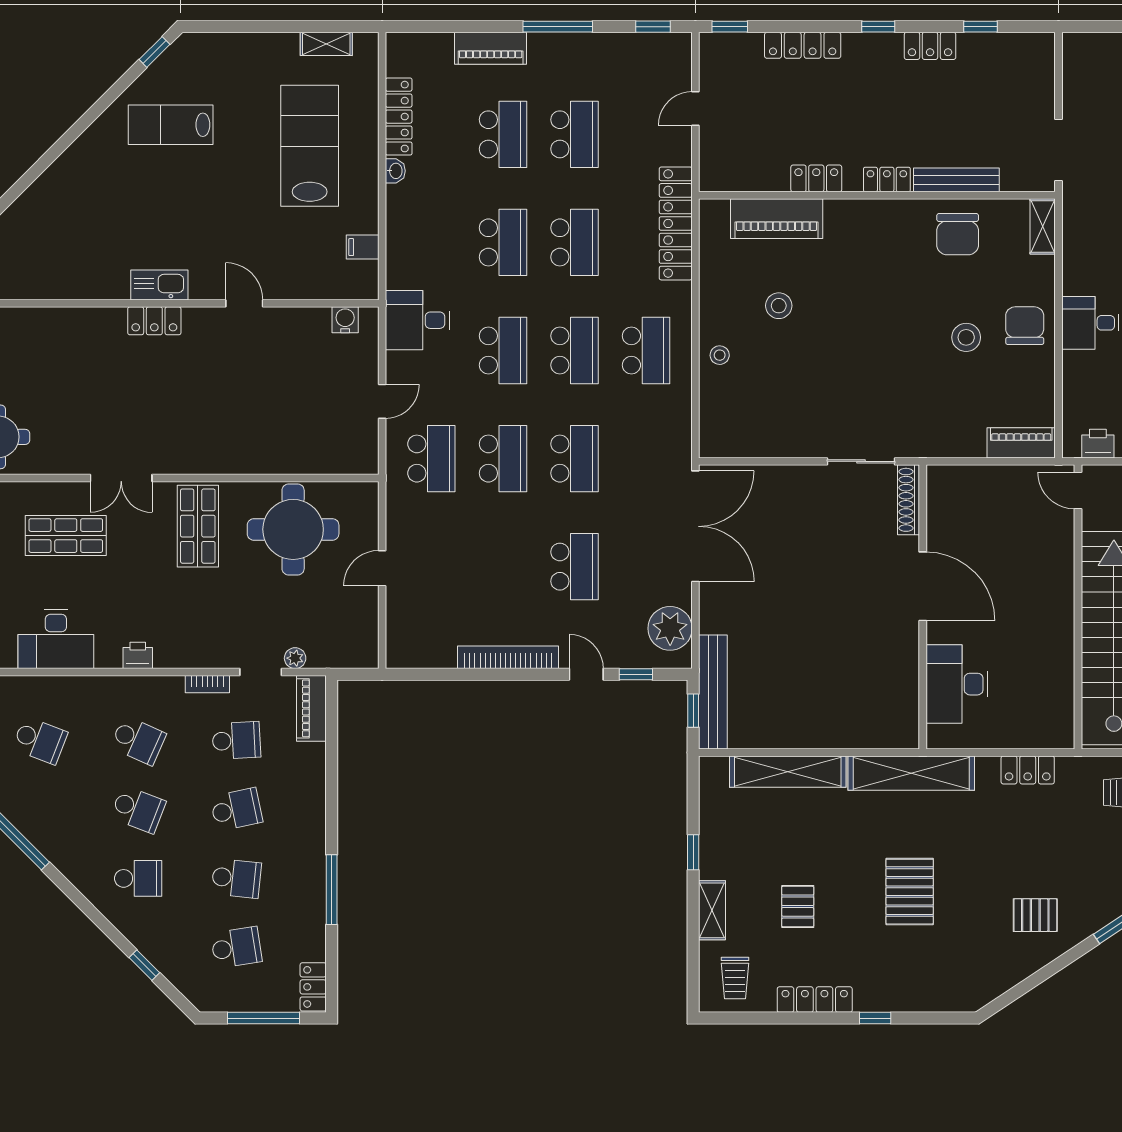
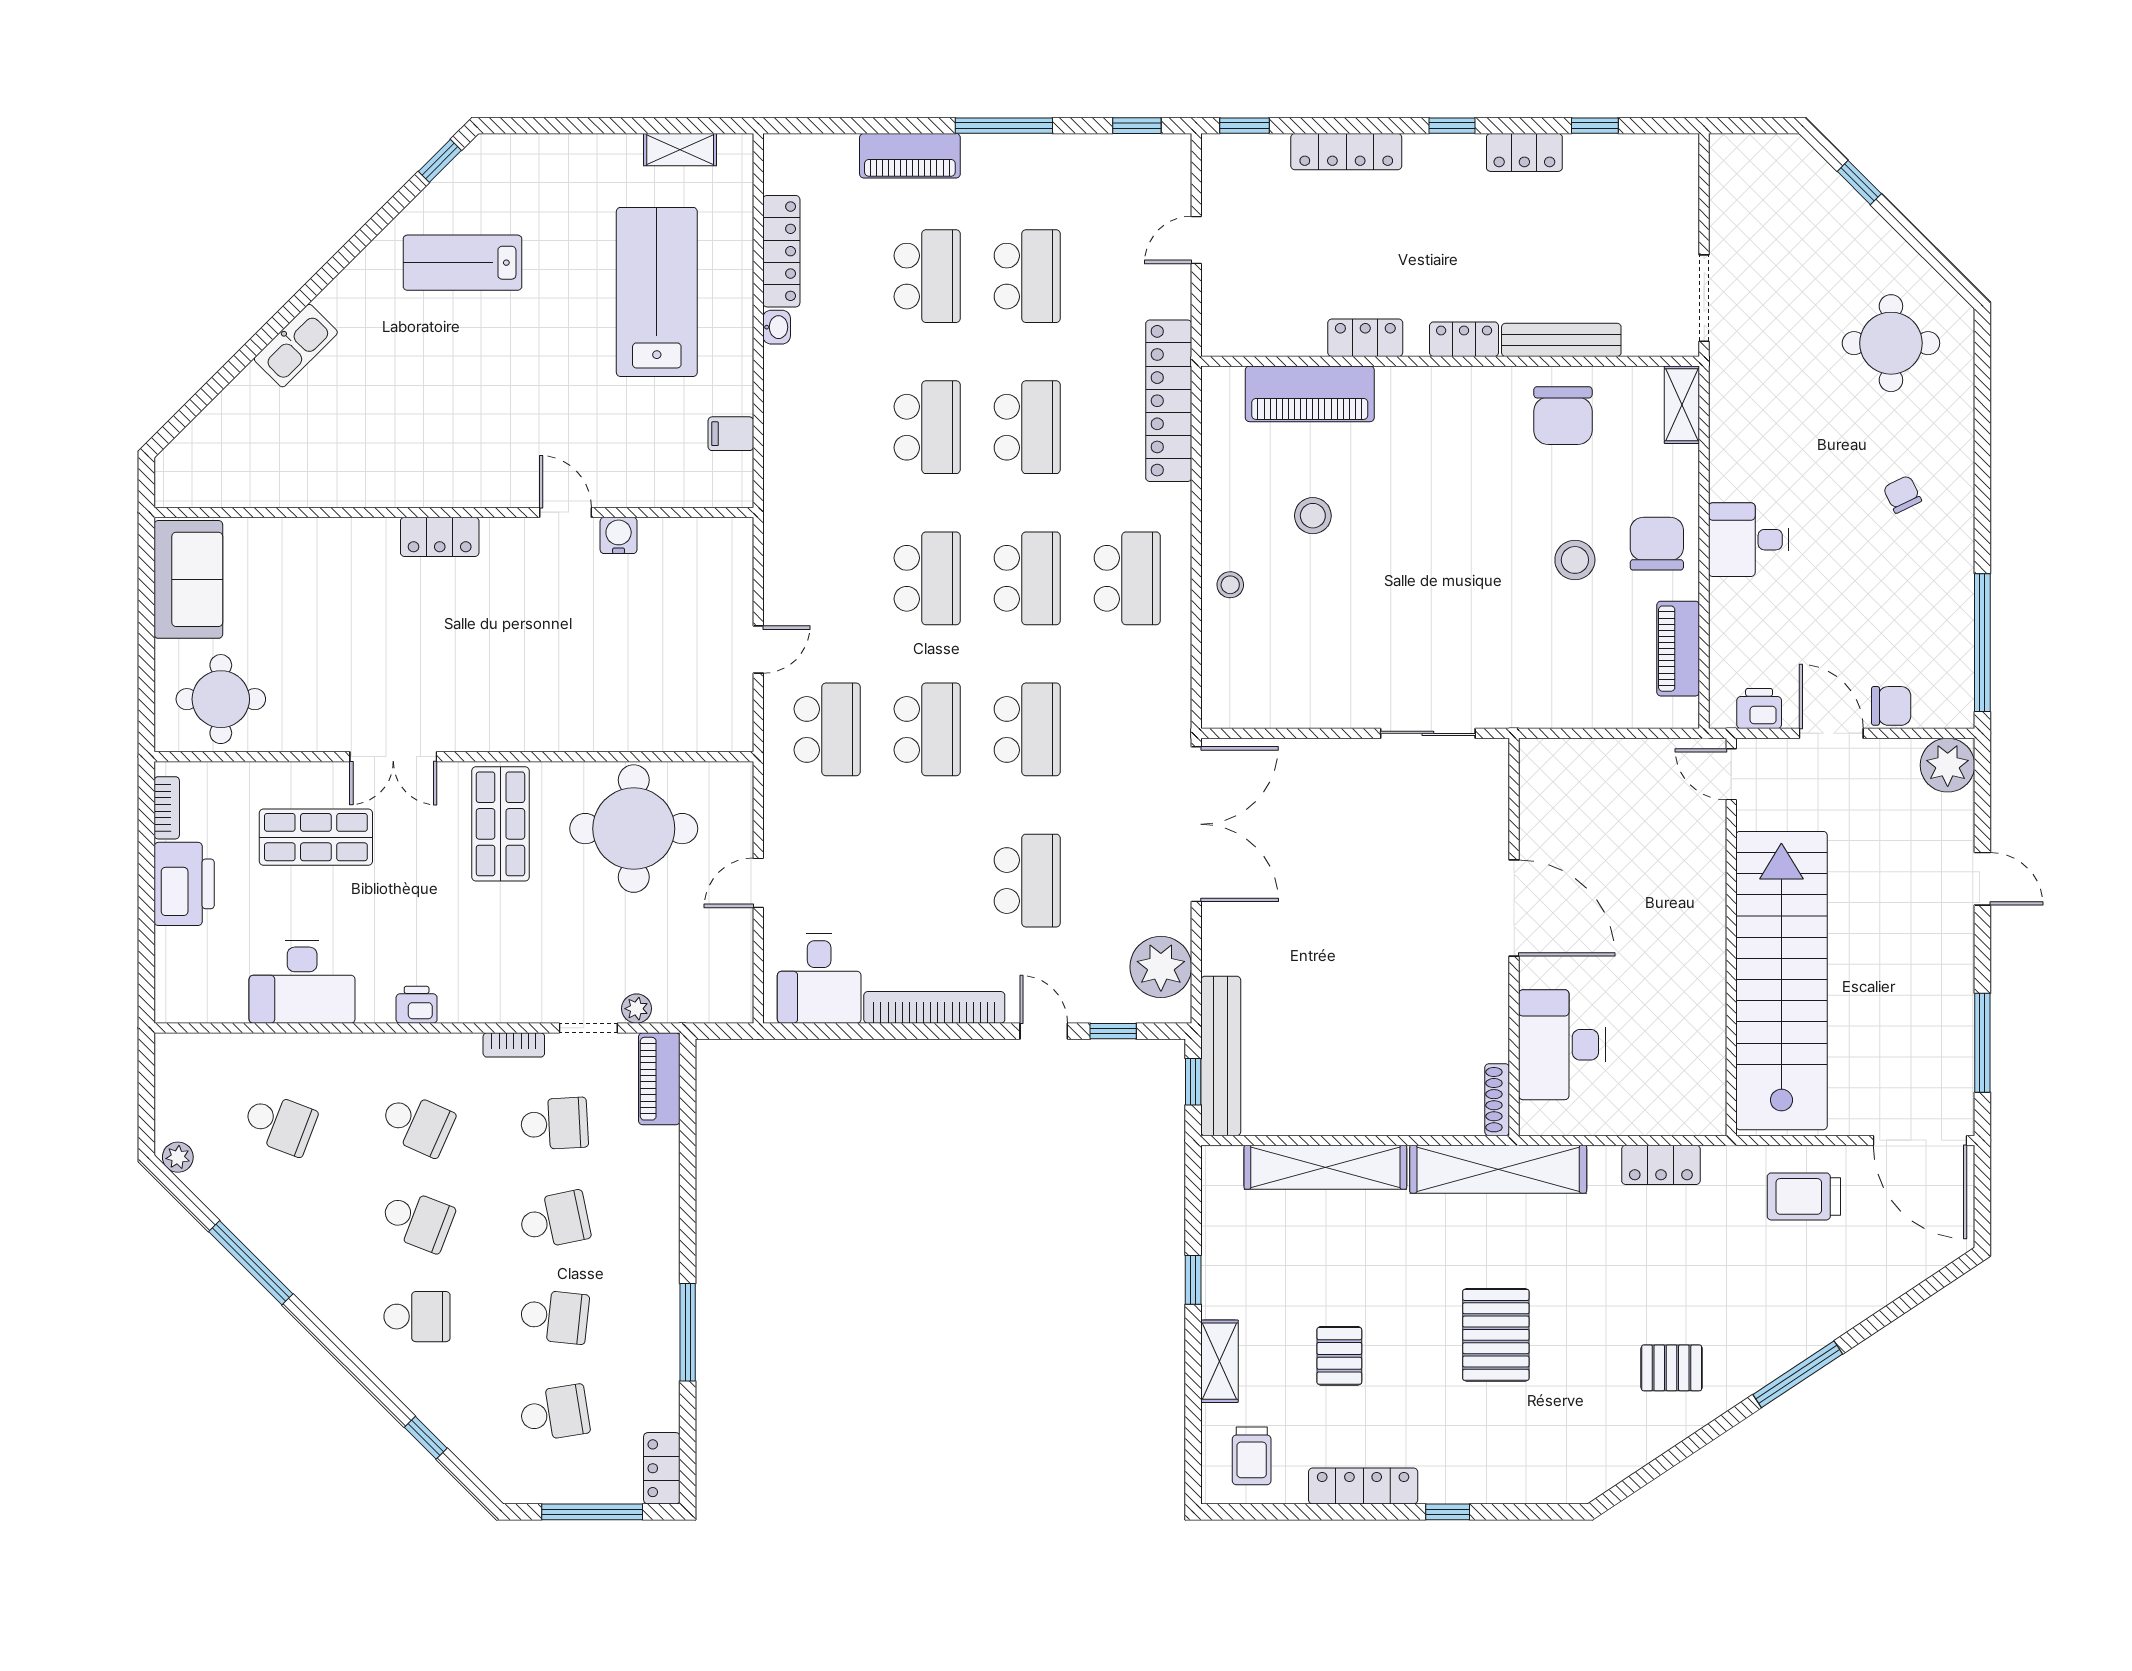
kitchen sink: (159, 285) -> (296, 346), moved, turned 135
water cooler: (345, 320) -> (619, 535), moved
desk: (418, 320) -> (819, 978), moved, turned -90
piano: (1021, 443) -> (1678, 649), moved, turned -90
shoe rack: (909, 500) -> (1497, 1100), moved, width x0.74, depth x0.81

